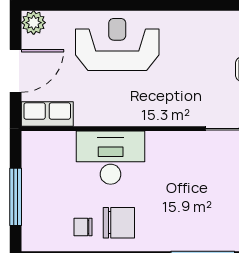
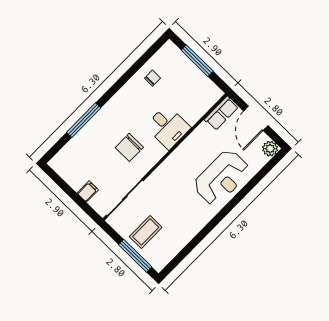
desk: (111, 158) -> (168, 127), width x0.73
chair: (119, 223) -> (129, 147), moved

